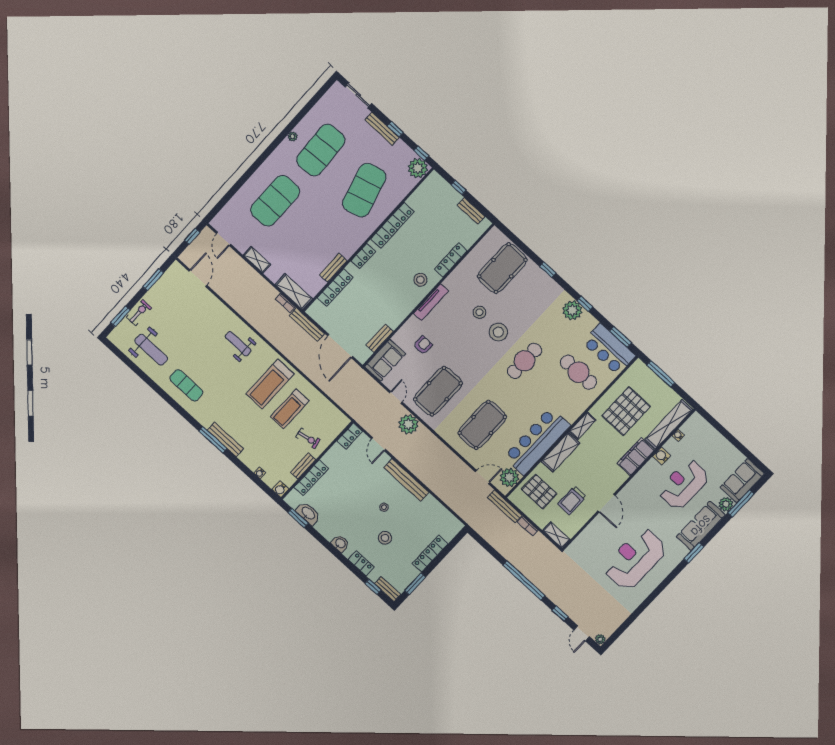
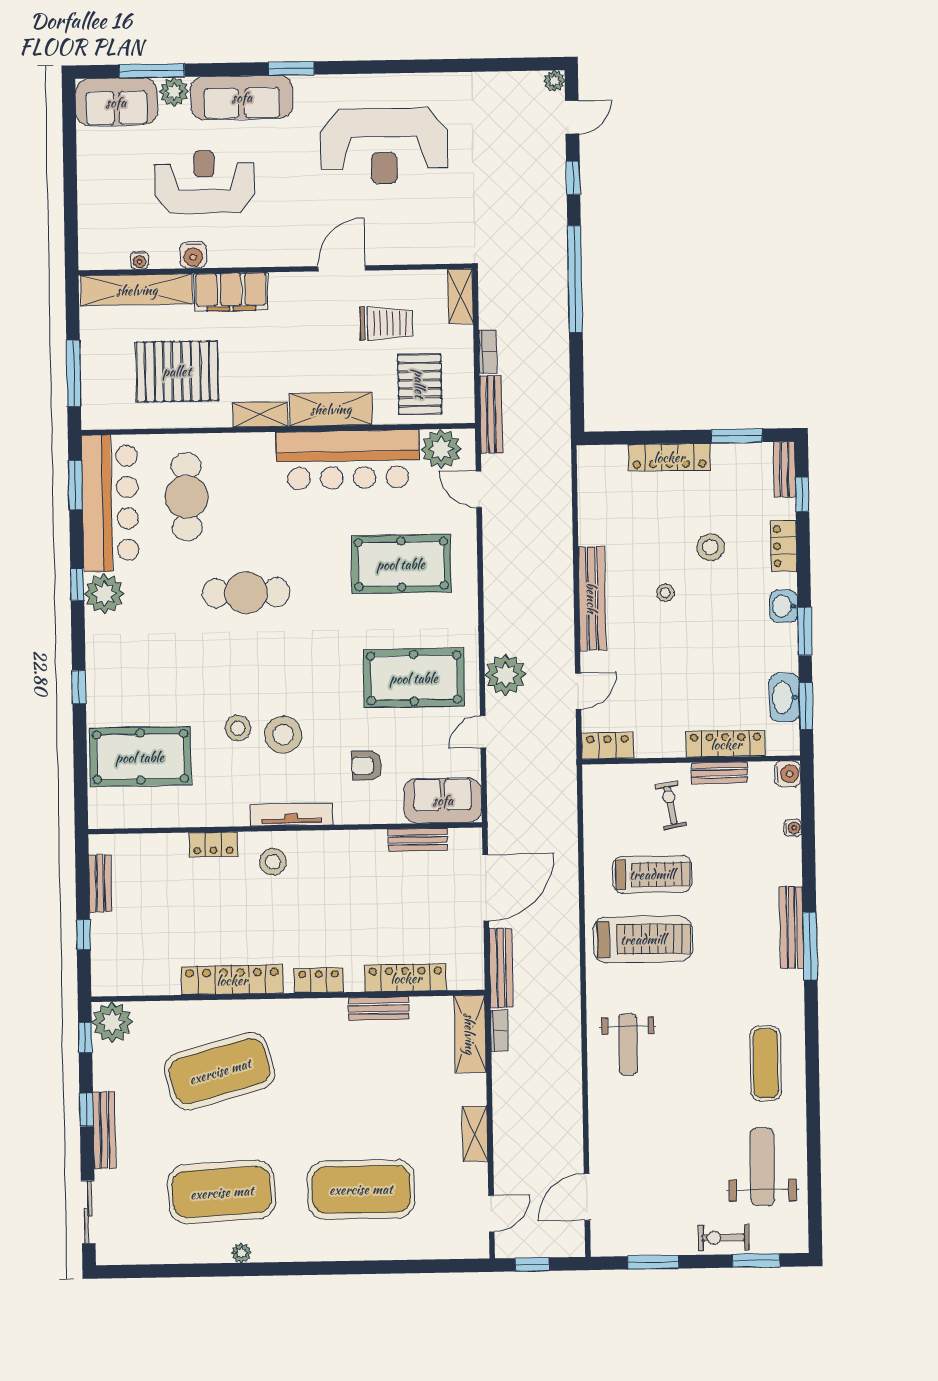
locker: (451, 260) -> (213, 844), width x0.66
stool: (498, 332) -> (283, 735), moved
bar counter: (609, 349) -> (110, 503), width x1.36
reception desk: (684, 484) -> (204, 182), turned 180
window: (325, 542) -> (805, 631), added

